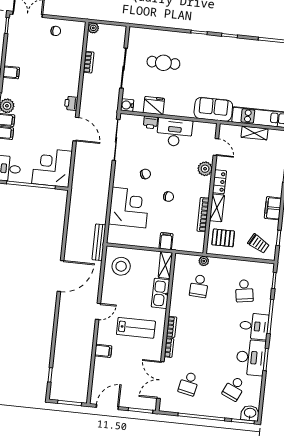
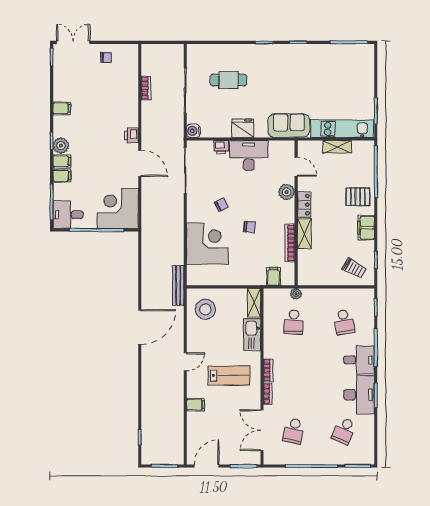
plant: (93, 28) -> (147, 50), removed
fridge: (154, 106) -> (243, 128), moved
pallet: (223, 238) -> (358, 197), moved
filing cabinet: (166, 241) -> (274, 276), moved
washbasin: (250, 413) -> (365, 456), removed

